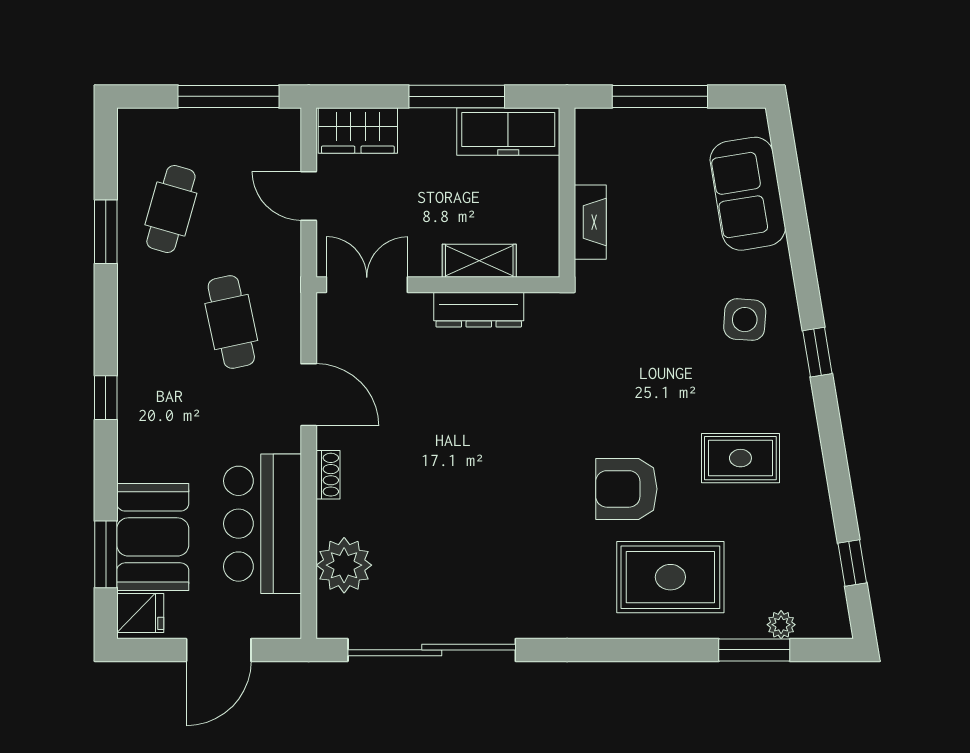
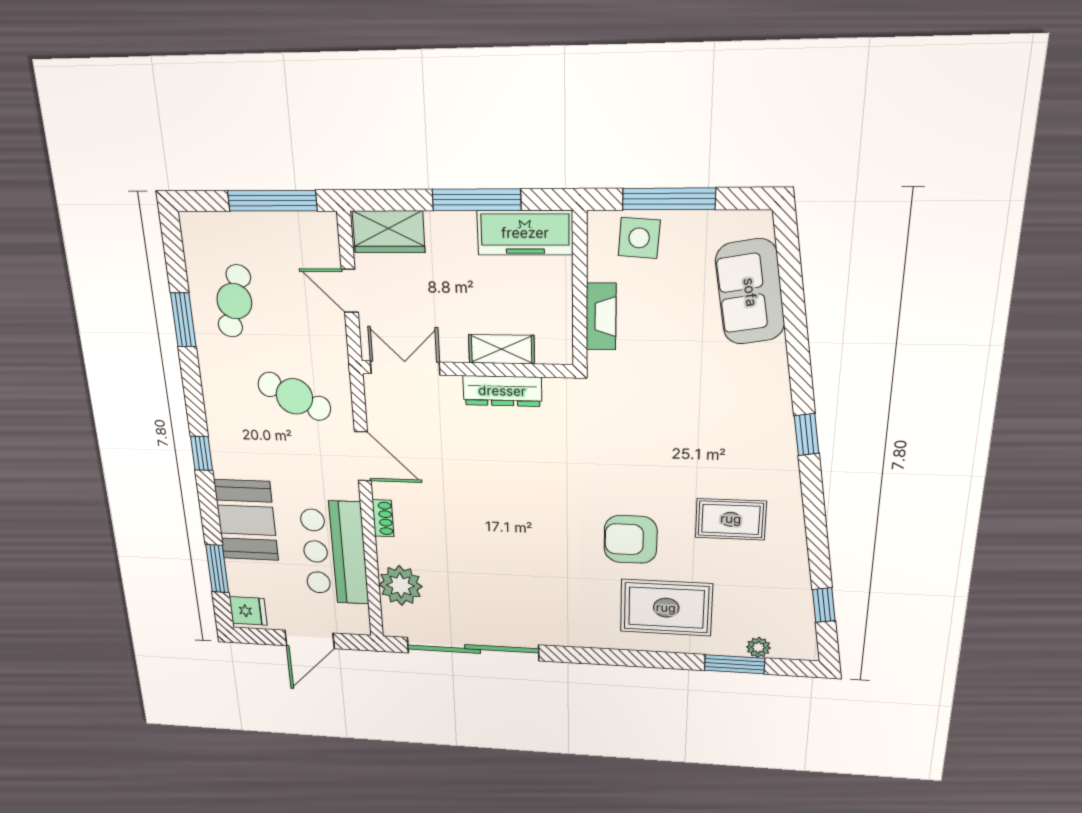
side table: (745, 320) -> (639, 238), moved
cafe table: (231, 322) -> (294, 396), turned -52
booth: (153, 537) -> (246, 520), moved

